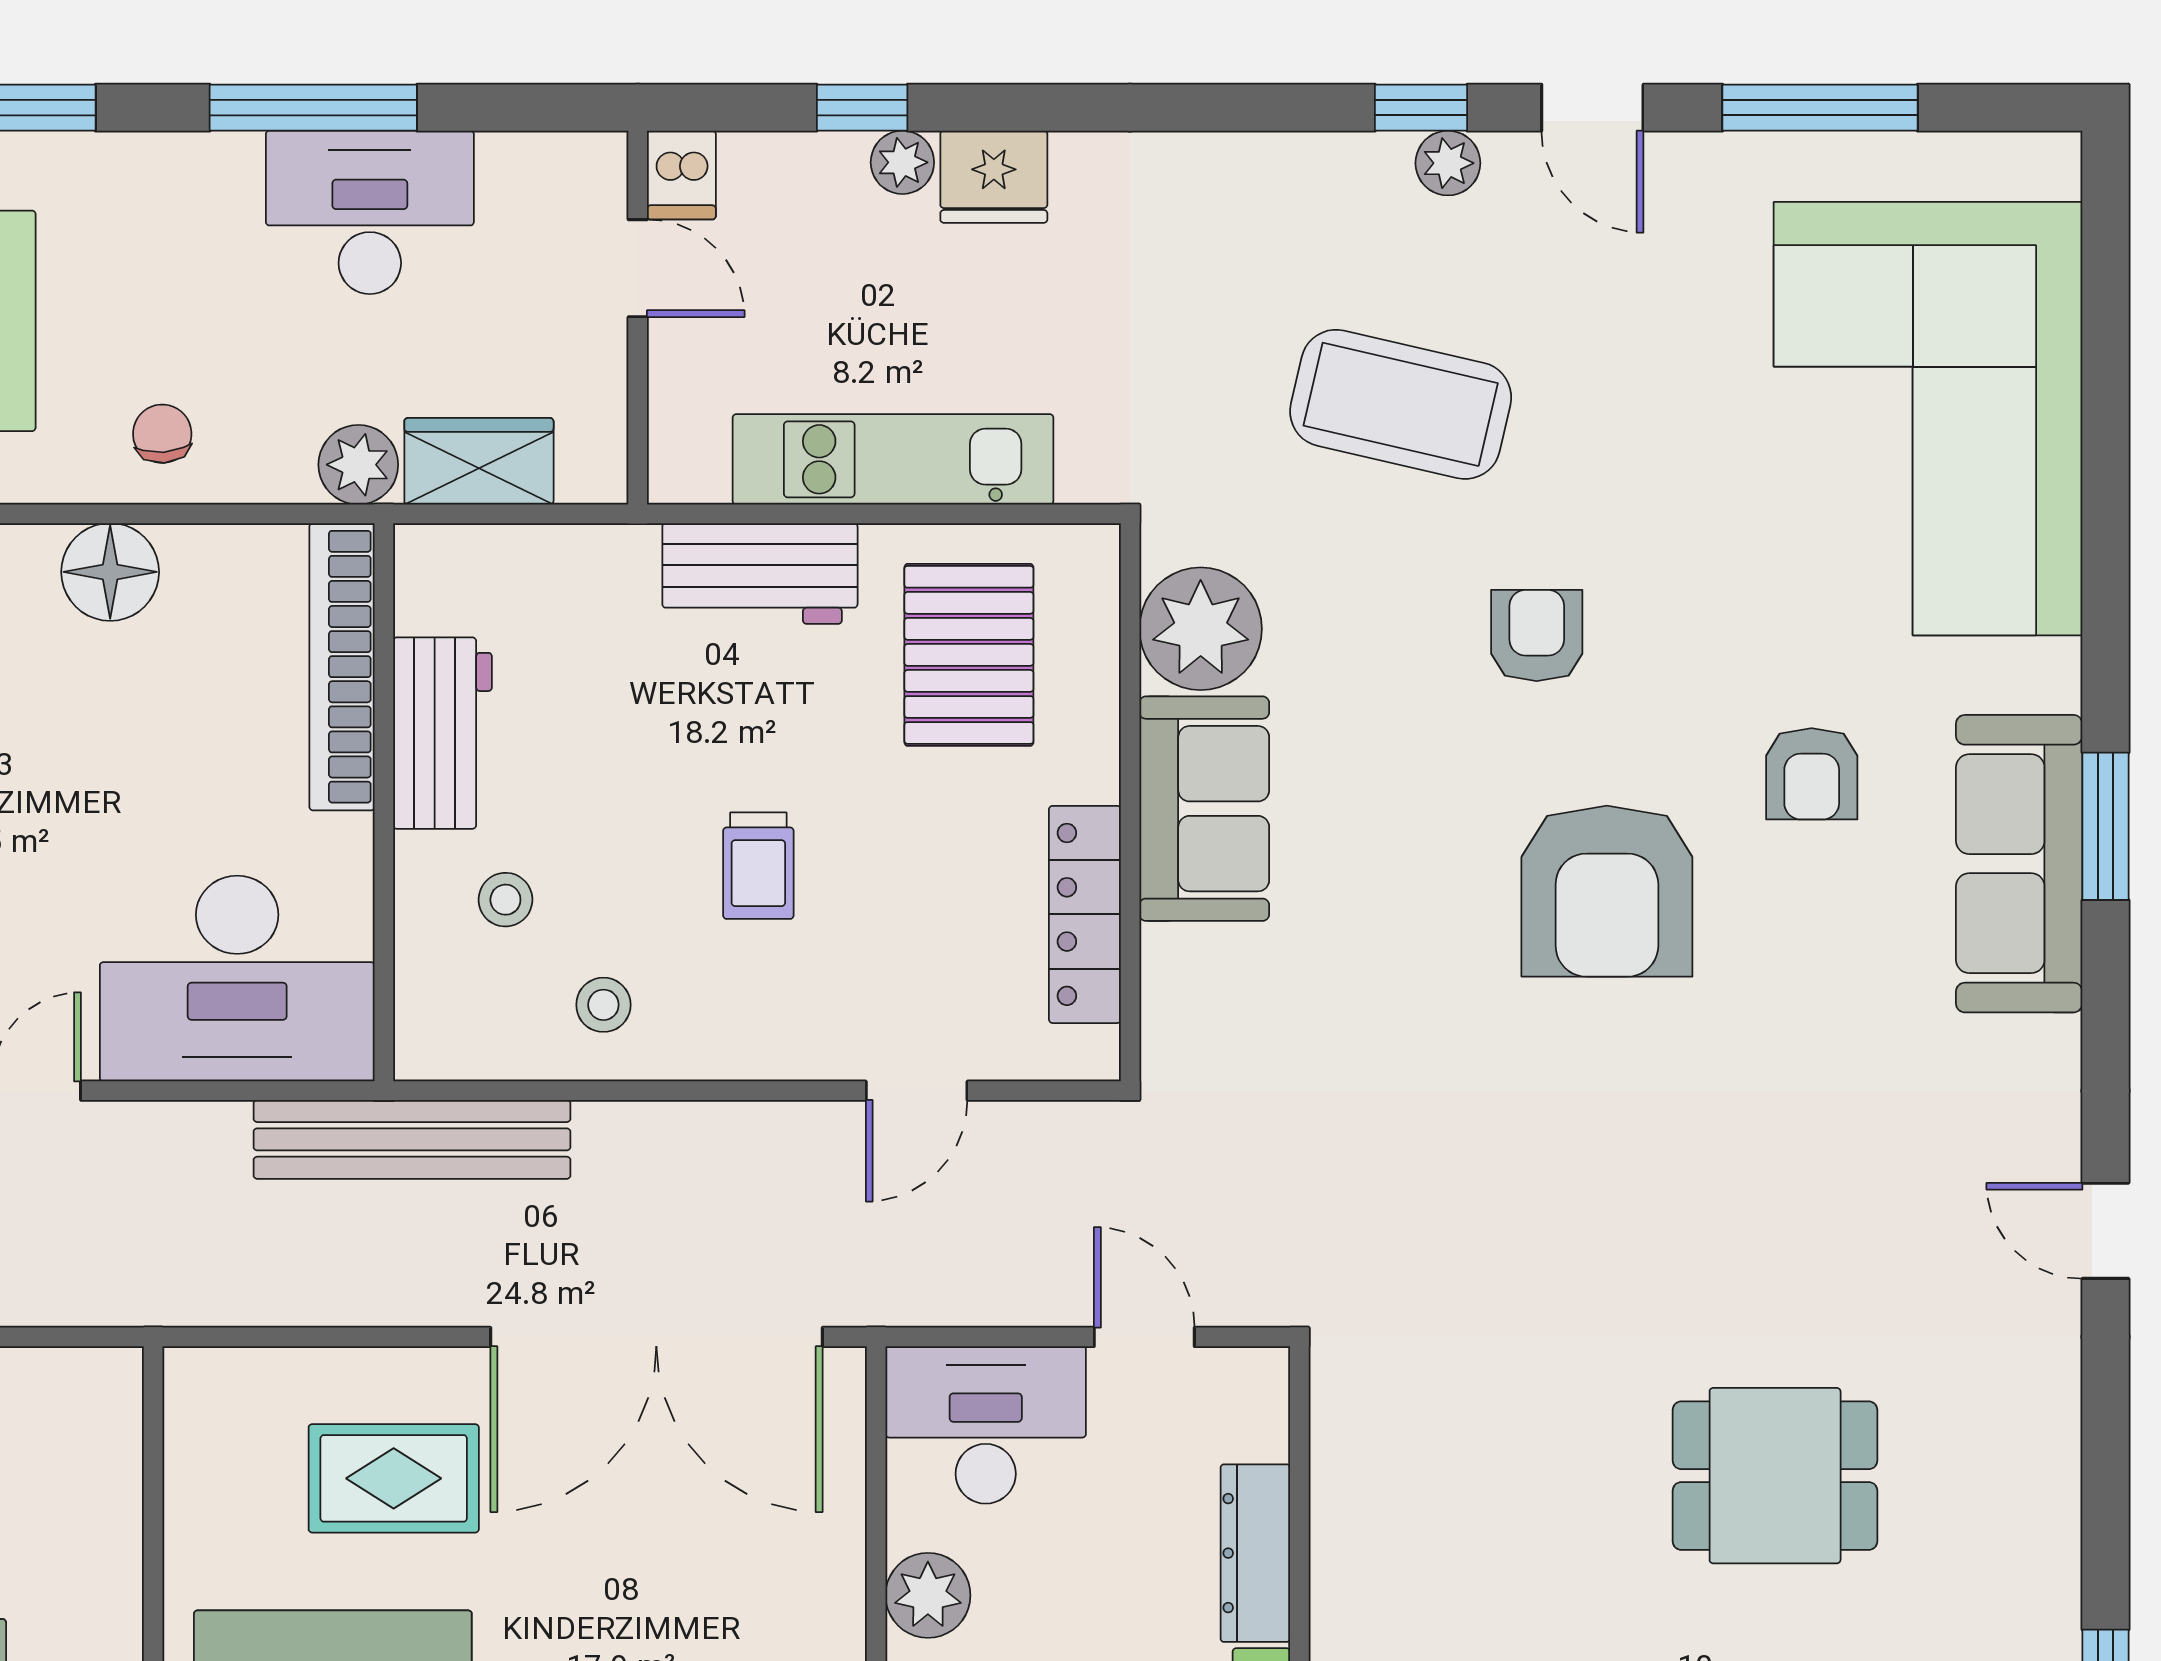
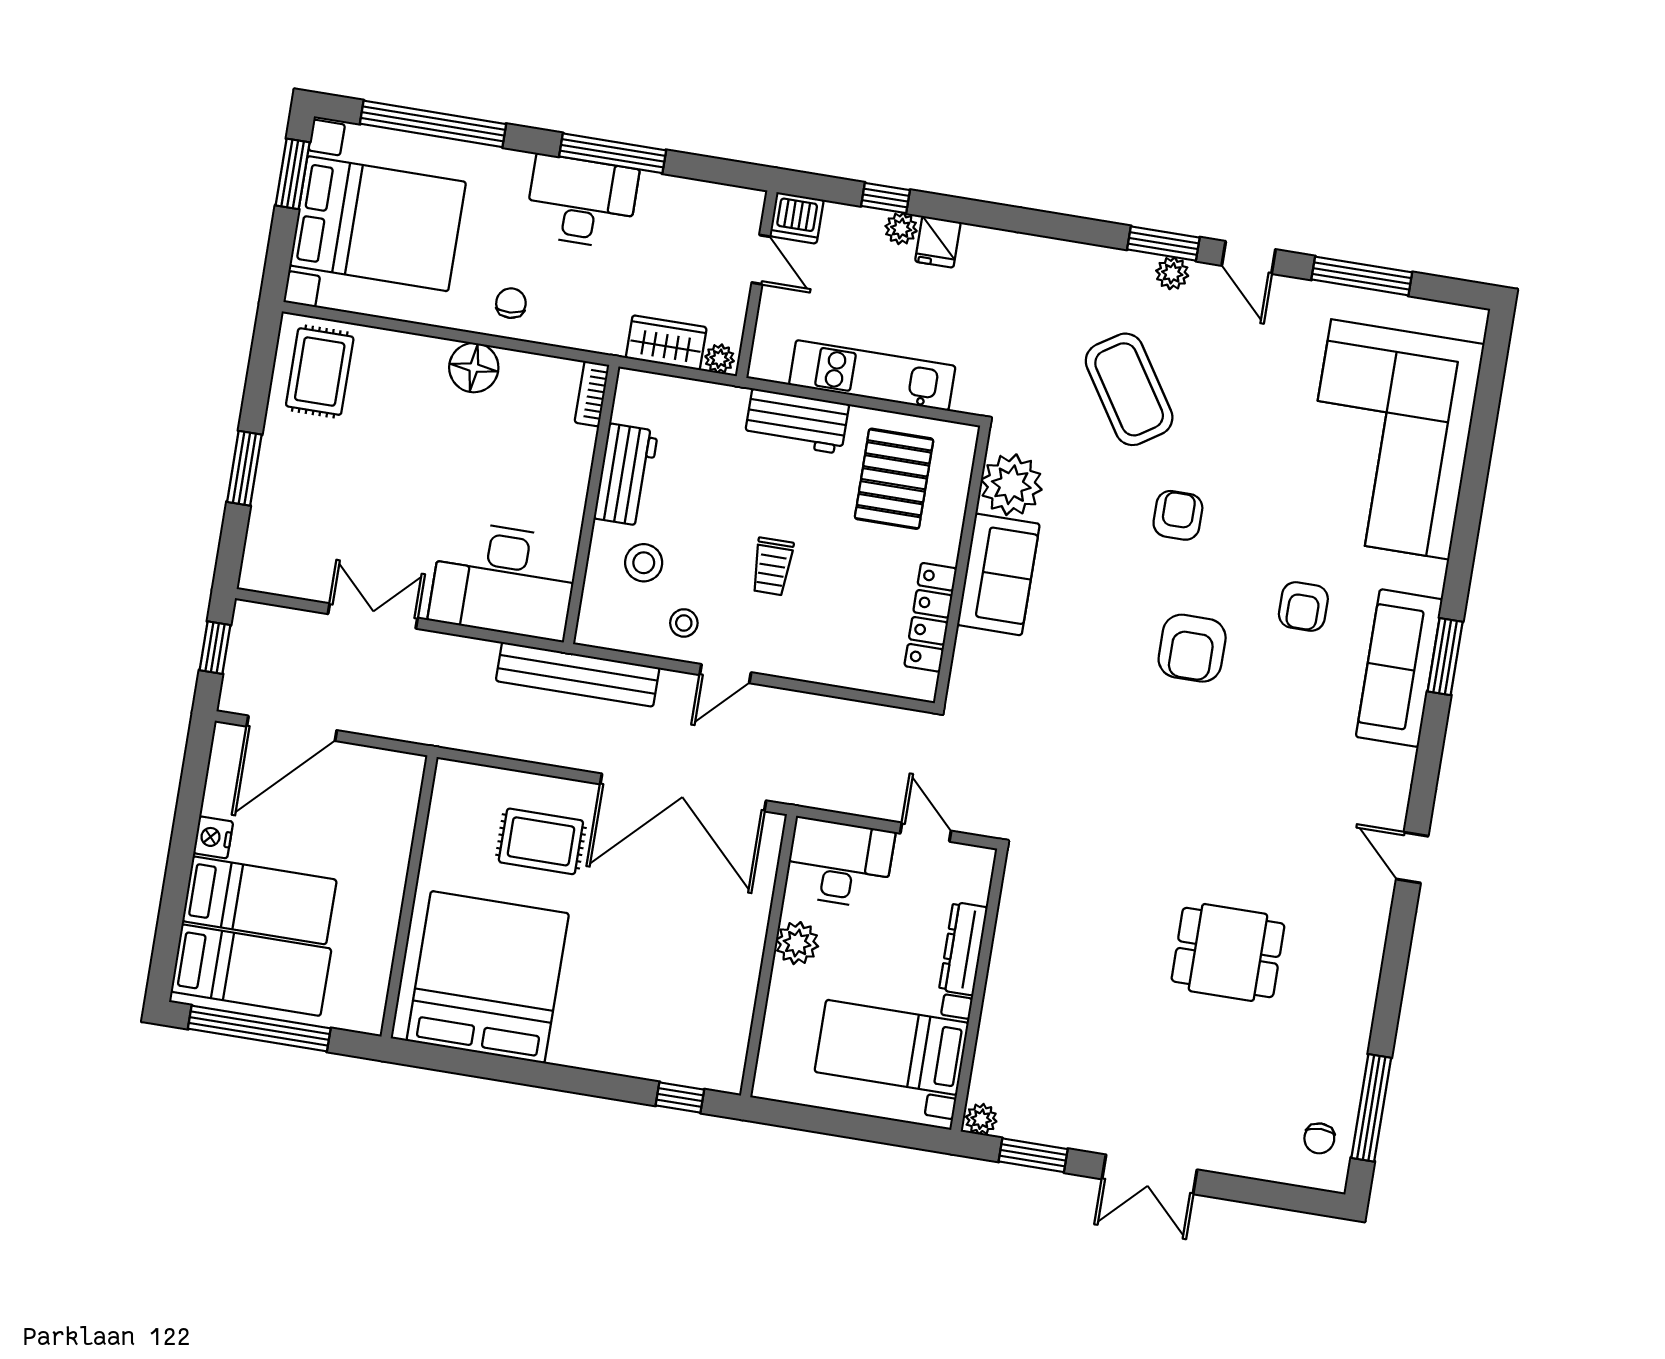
window: (1421, 108) -> (1163, 243), width x1.50
dishwasher: (681, 175) -> (797, 218), width x1.38
fridge: (994, 177) -> (938, 242), width x0.72
desk: (370, 212) -> (582, 202), moved
coffee table: (1401, 404) -> (1129, 389), turned 44
plant: (358, 465) -> (720, 359), moved, width x0.73, depth x0.73
bookcase: (342, 667) -> (592, 394), width x0.43, depth x0.76
armchair: (1607, 891) -> (1192, 648), width x0.73, depth x0.73
stool: (505, 900) -> (644, 563), width x1.37, depth x1.37
door: (917, 1091) -> (725, 674), moved

